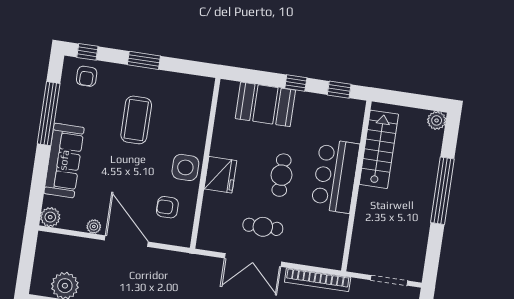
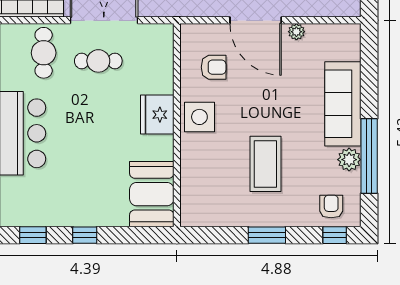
booth: (265, 104) -> (152, 194), moved, turned 90
cafe table: (282, 175) -> (44, 53), moved
plant: (50, 217) -> (349, 160), moved

